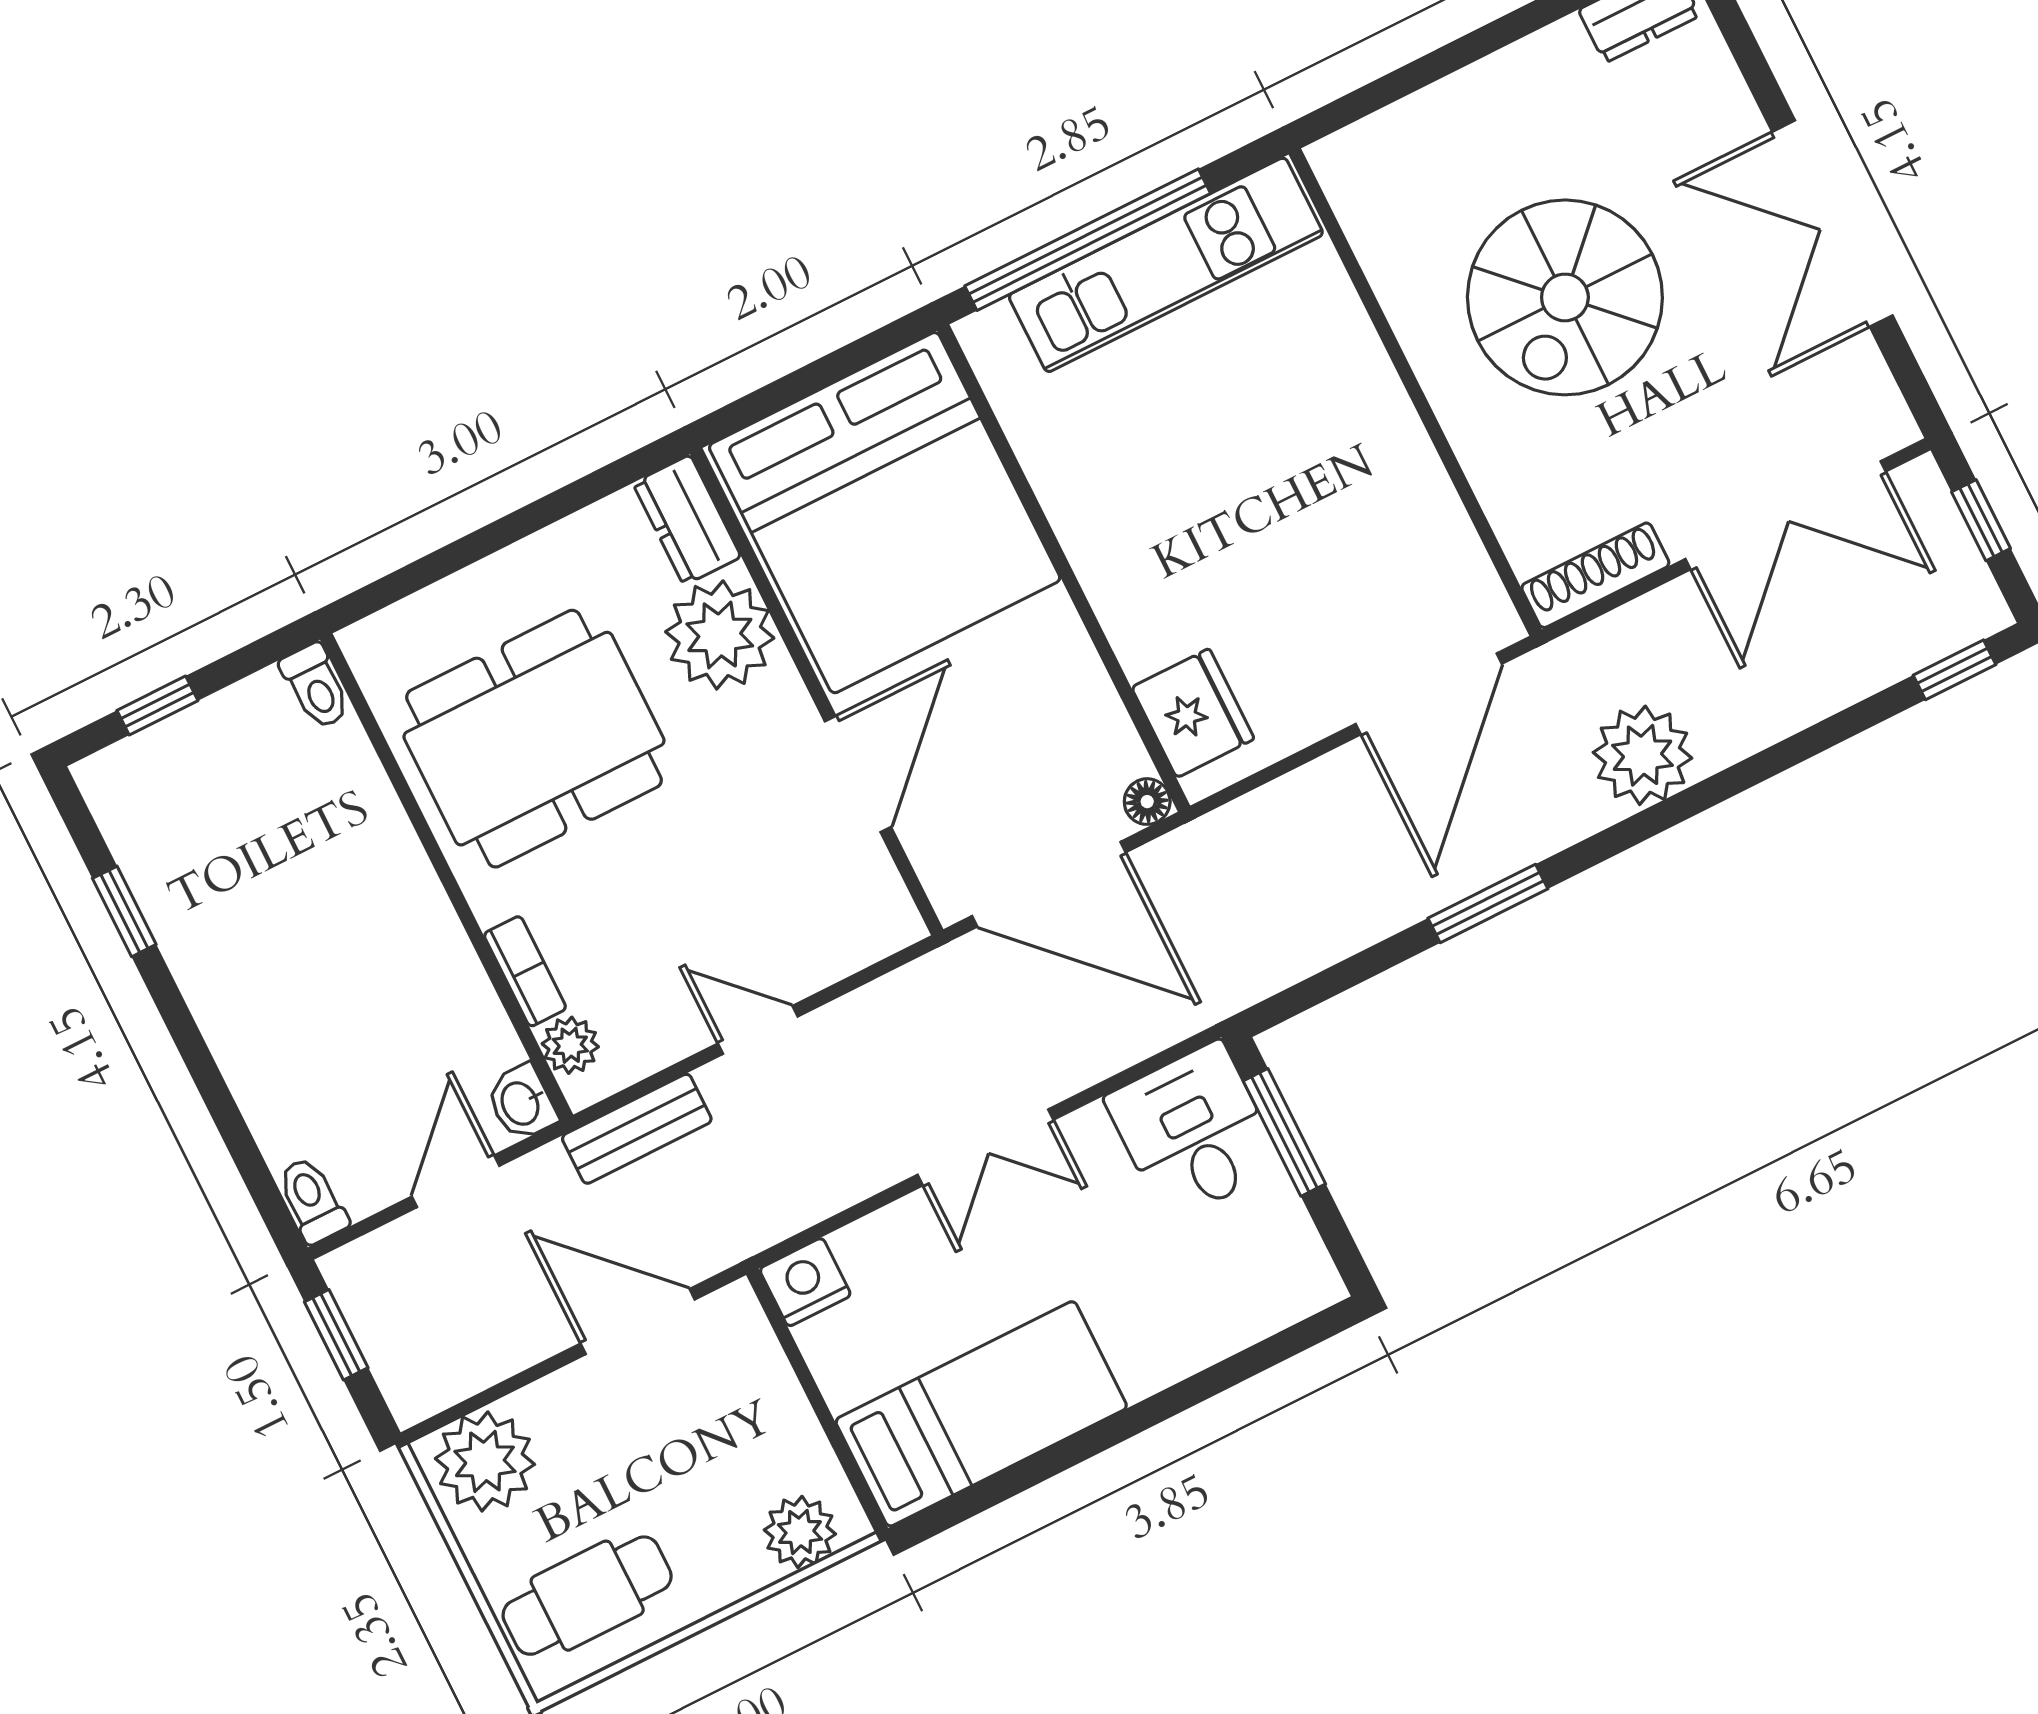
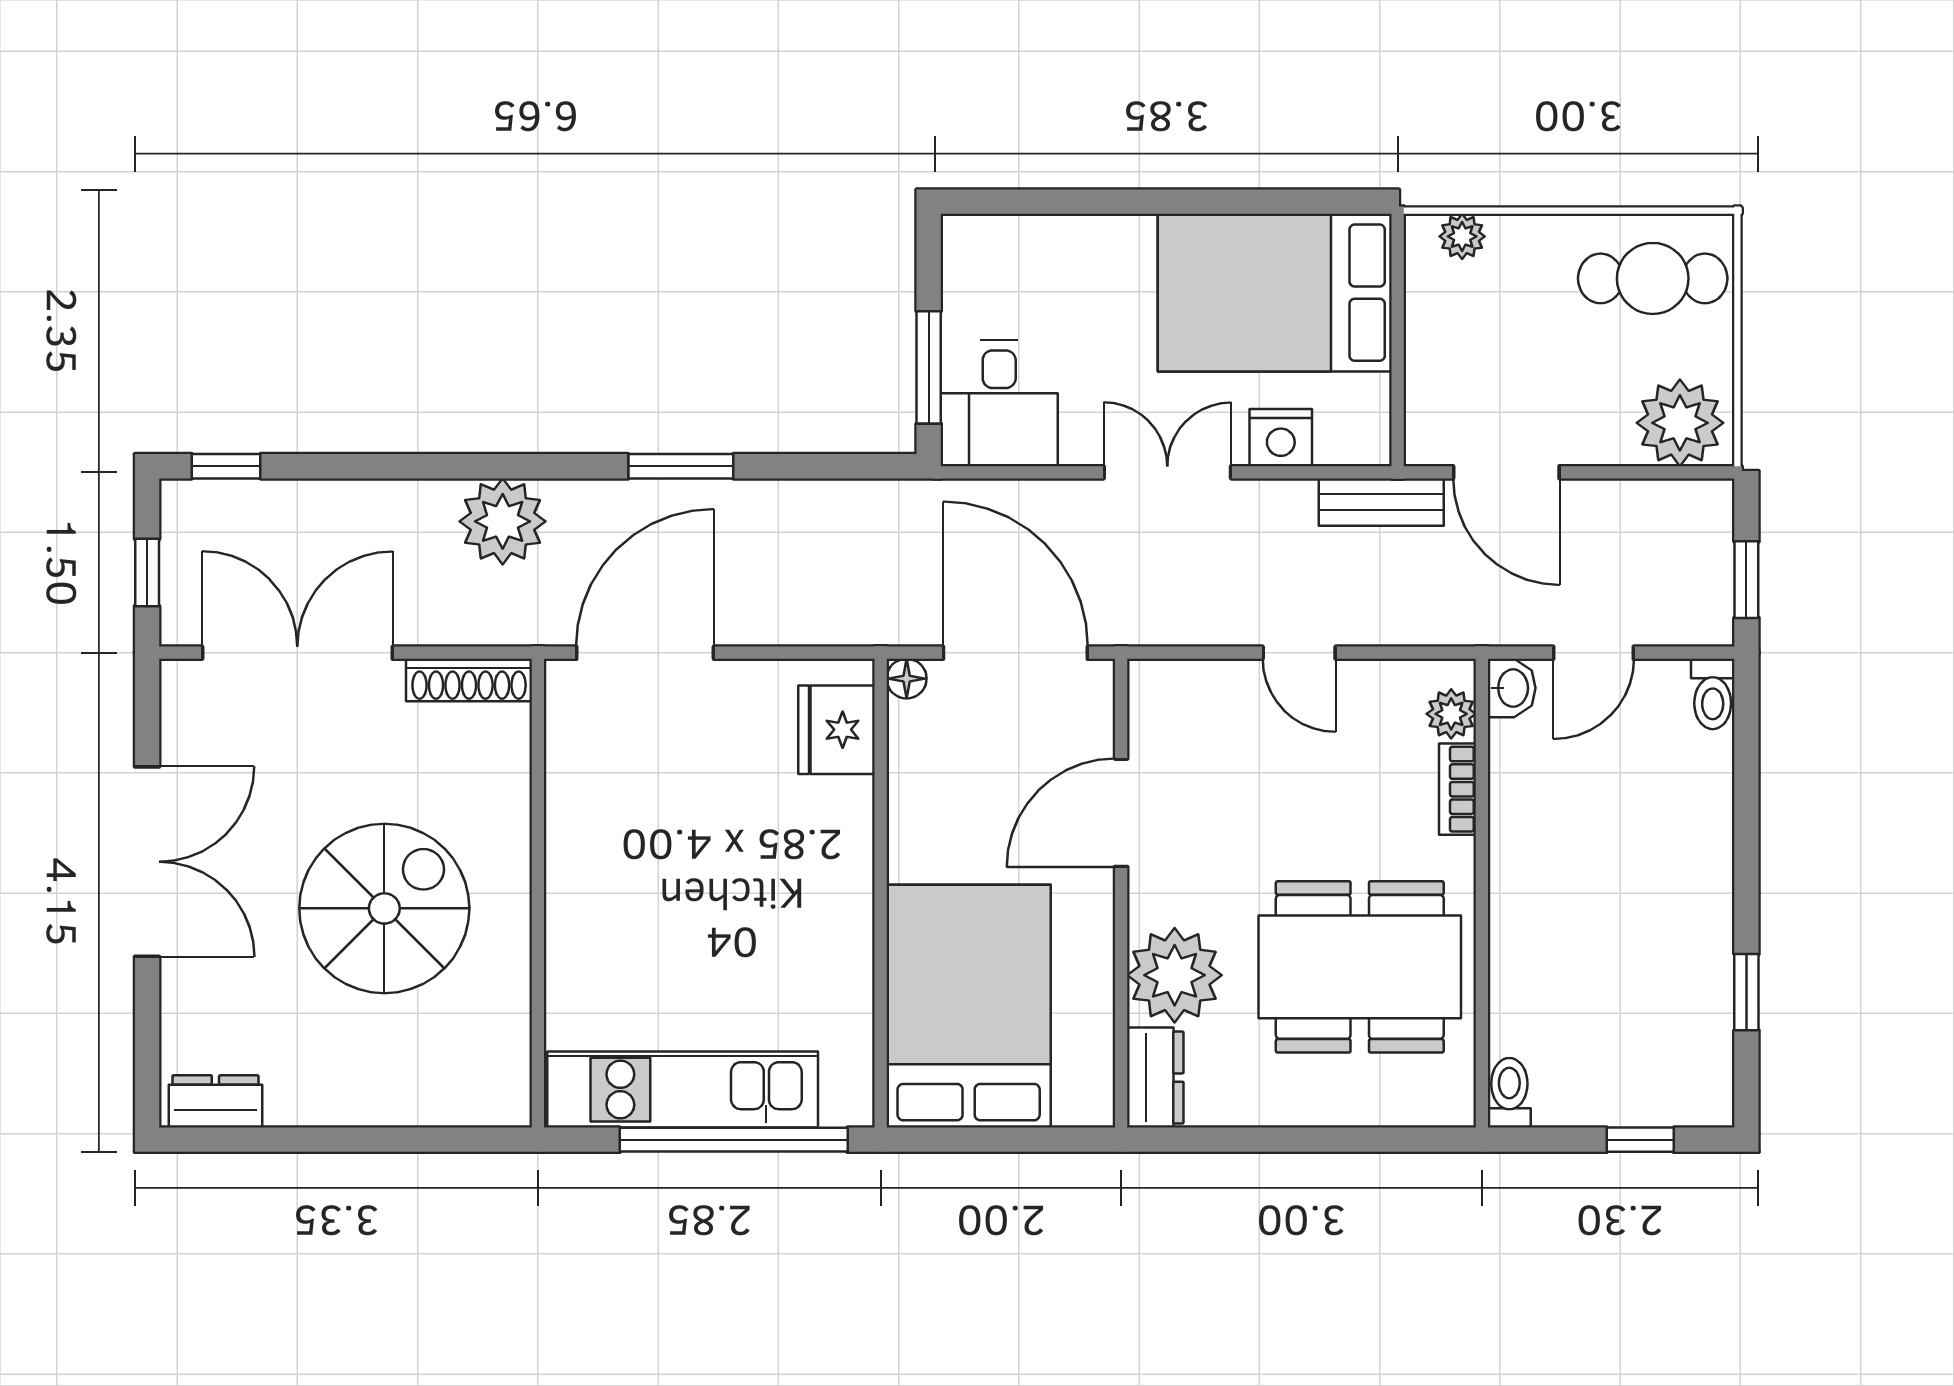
bed: (885, 513) -> (969, 1006), width x0.73
bench: (637, 1129) -> (1381, 502), moved
nightstand: (805, 1282) -> (1281, 438), moved
bed: (981, 1414) -> (1275, 293), width x1.50
plant: (800, 1532) -> (1462, 236), width x0.73, depth x0.73

